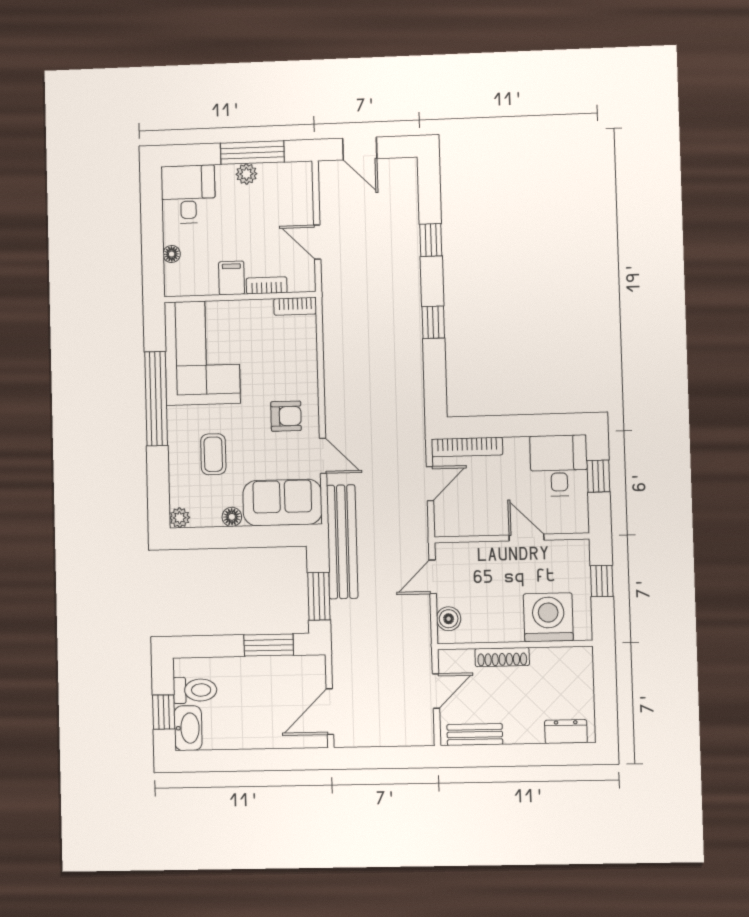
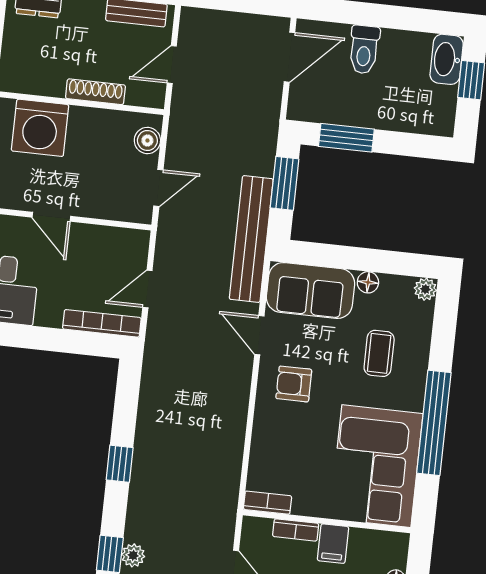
plant: (410, 242) -> (133, 555), added
toilet: (195, 690) -> (364, 50), moved, turned -90

